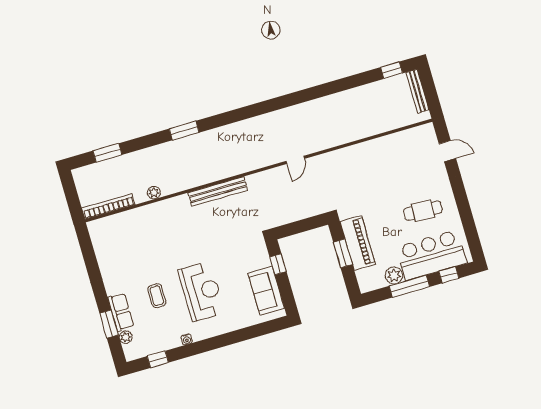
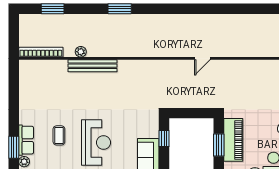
bench: (218, 191) -> (93, 66), moved

